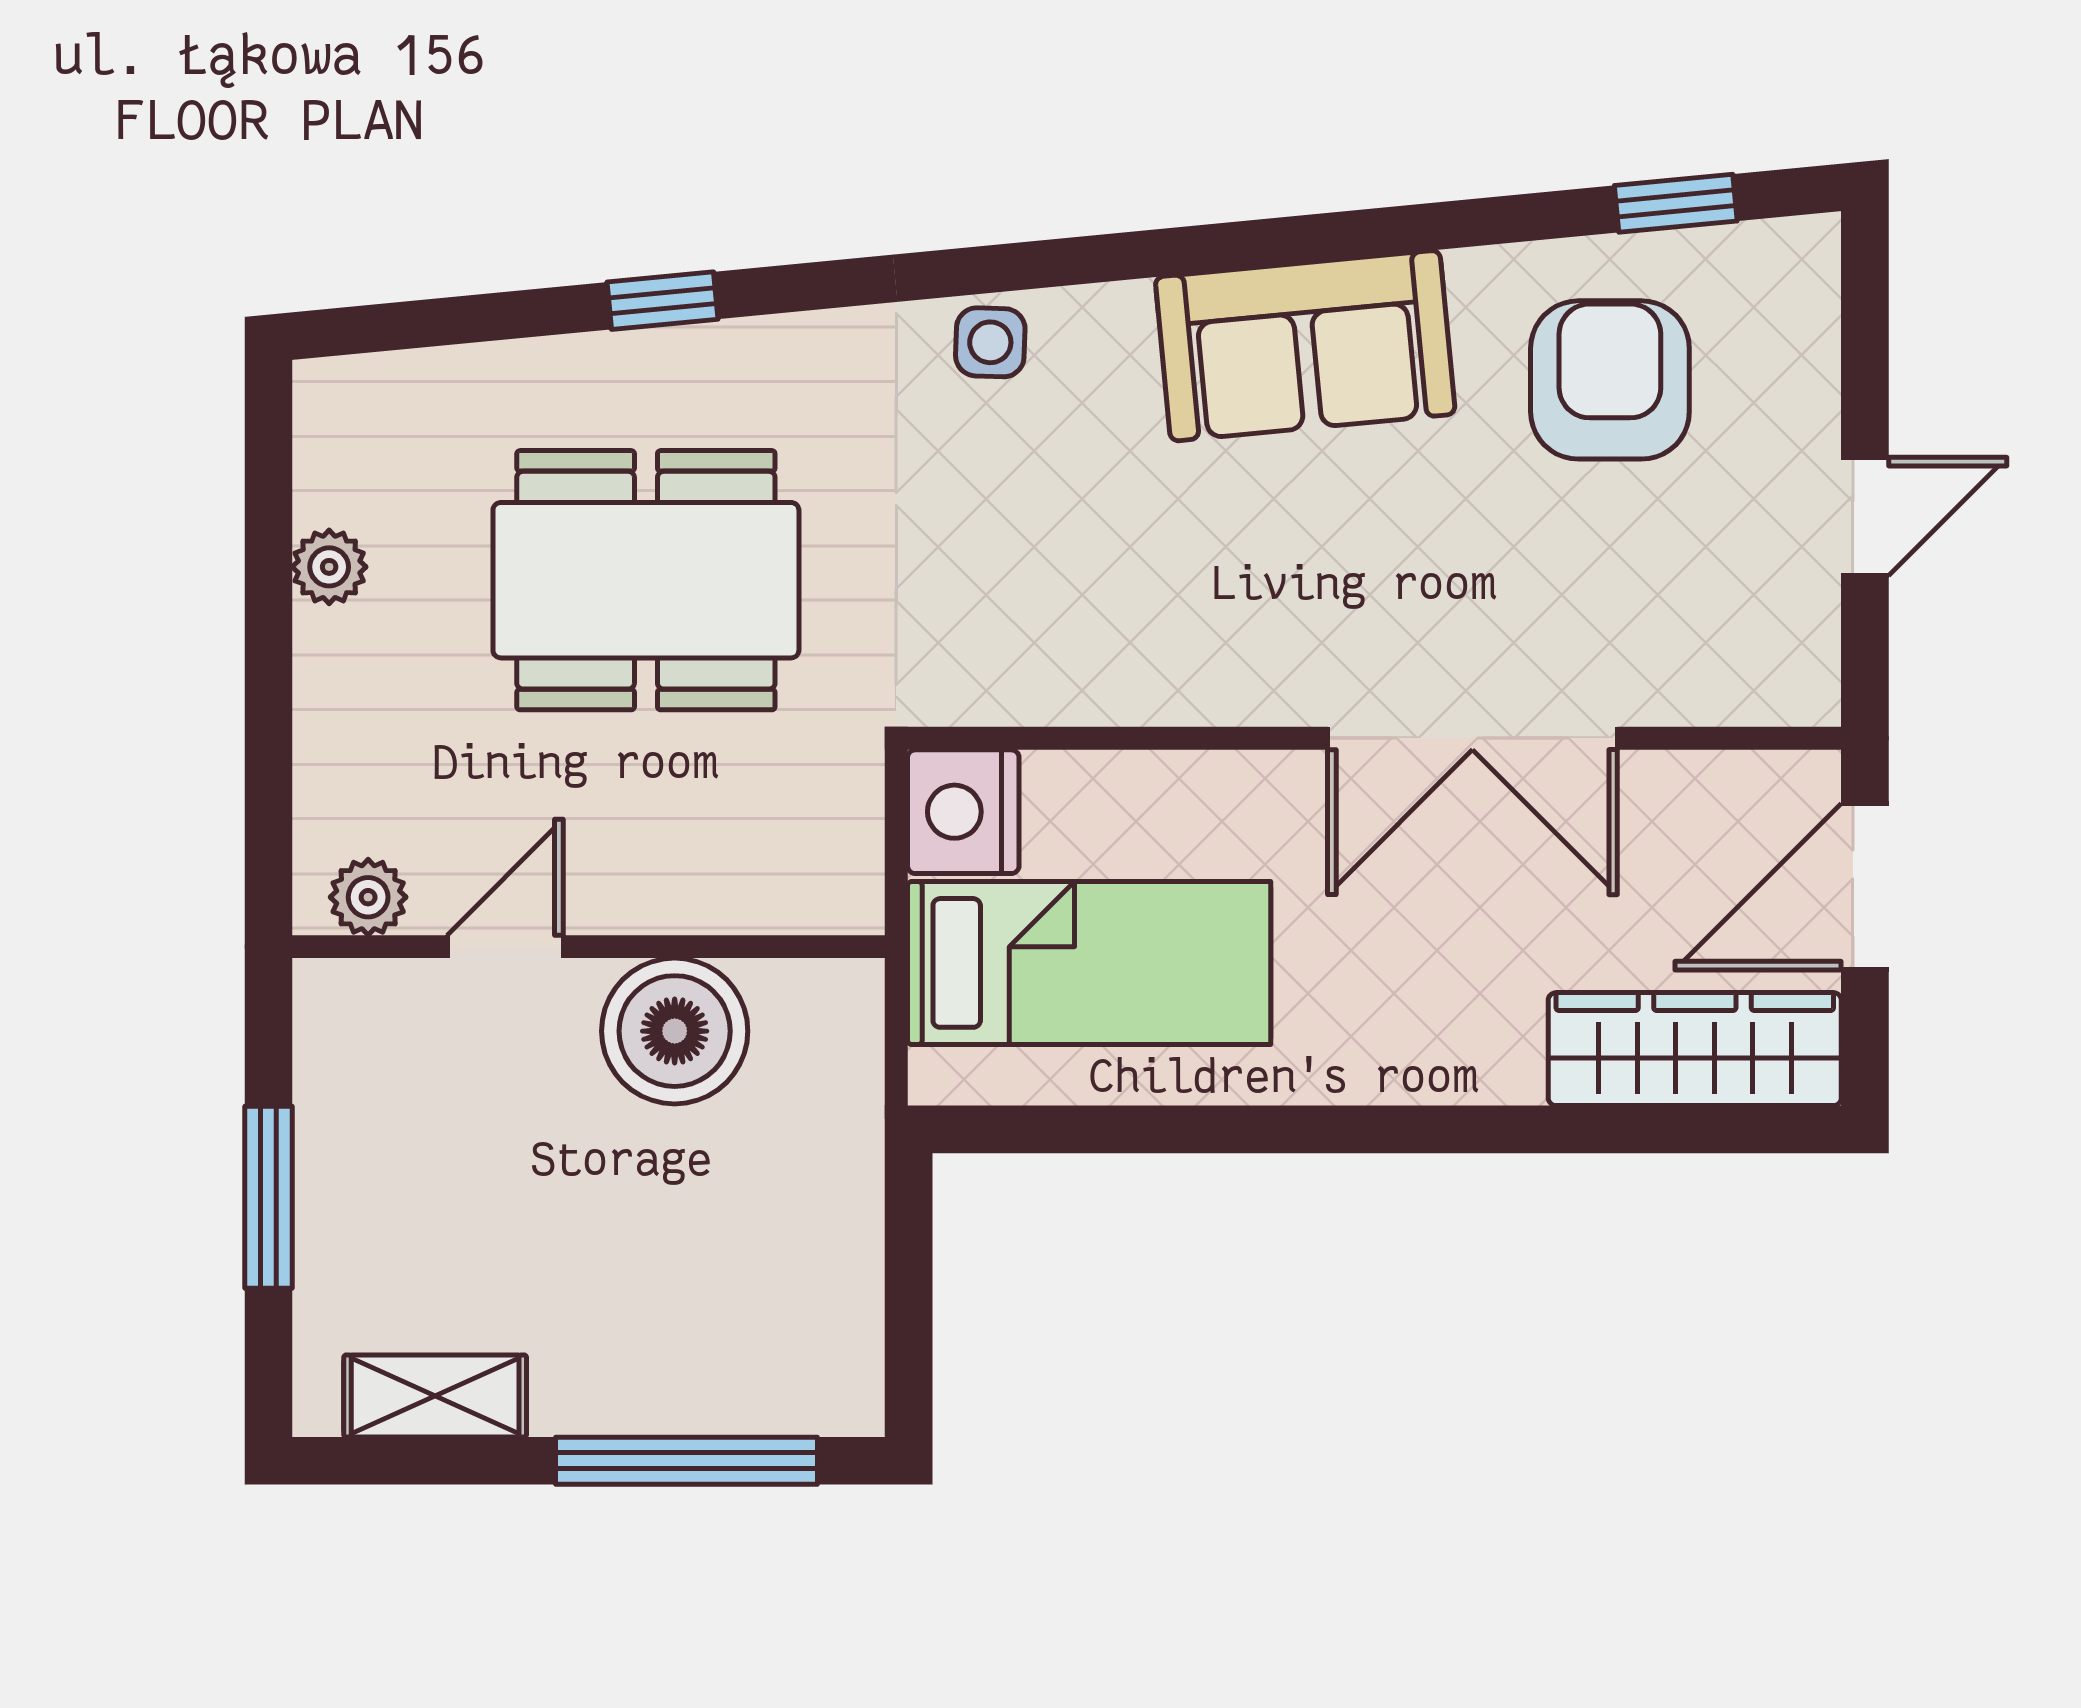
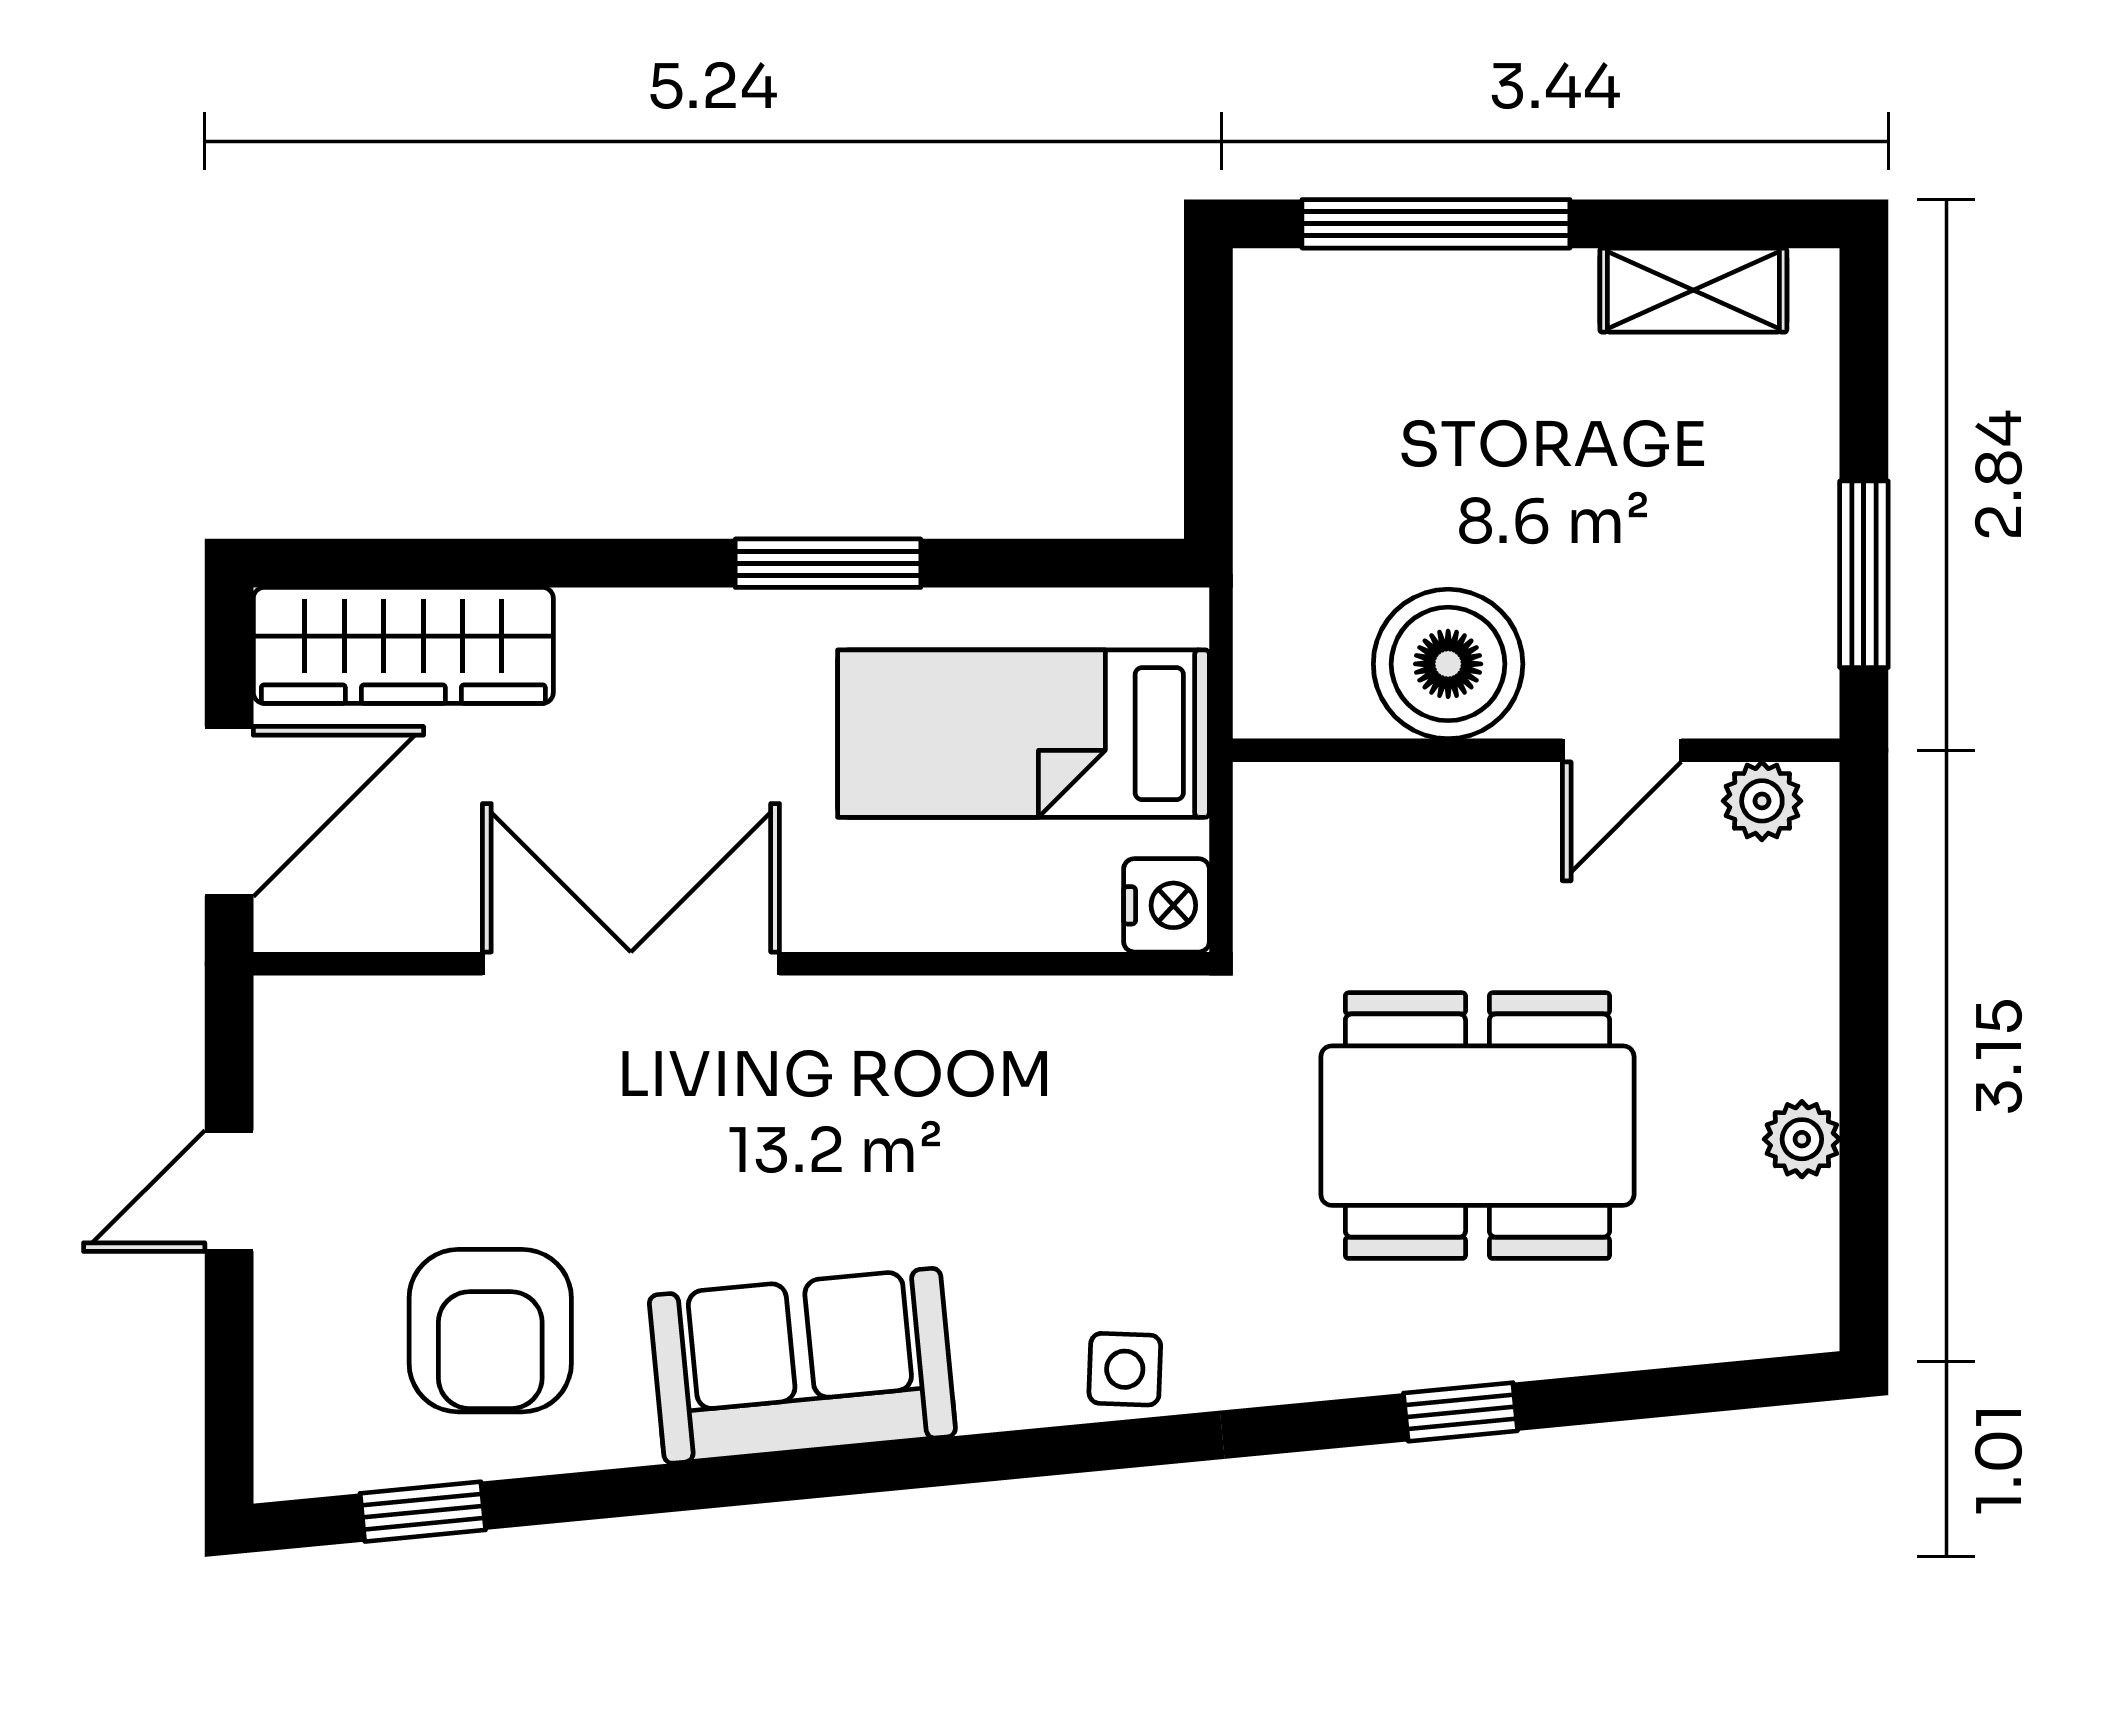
nightstand: (963, 812) -> (1166, 905), width x0.74, depth x0.75
window: (1280, 1129) -> (828, 563), added
window: (269, 1197) -> (1864, 574), moved

